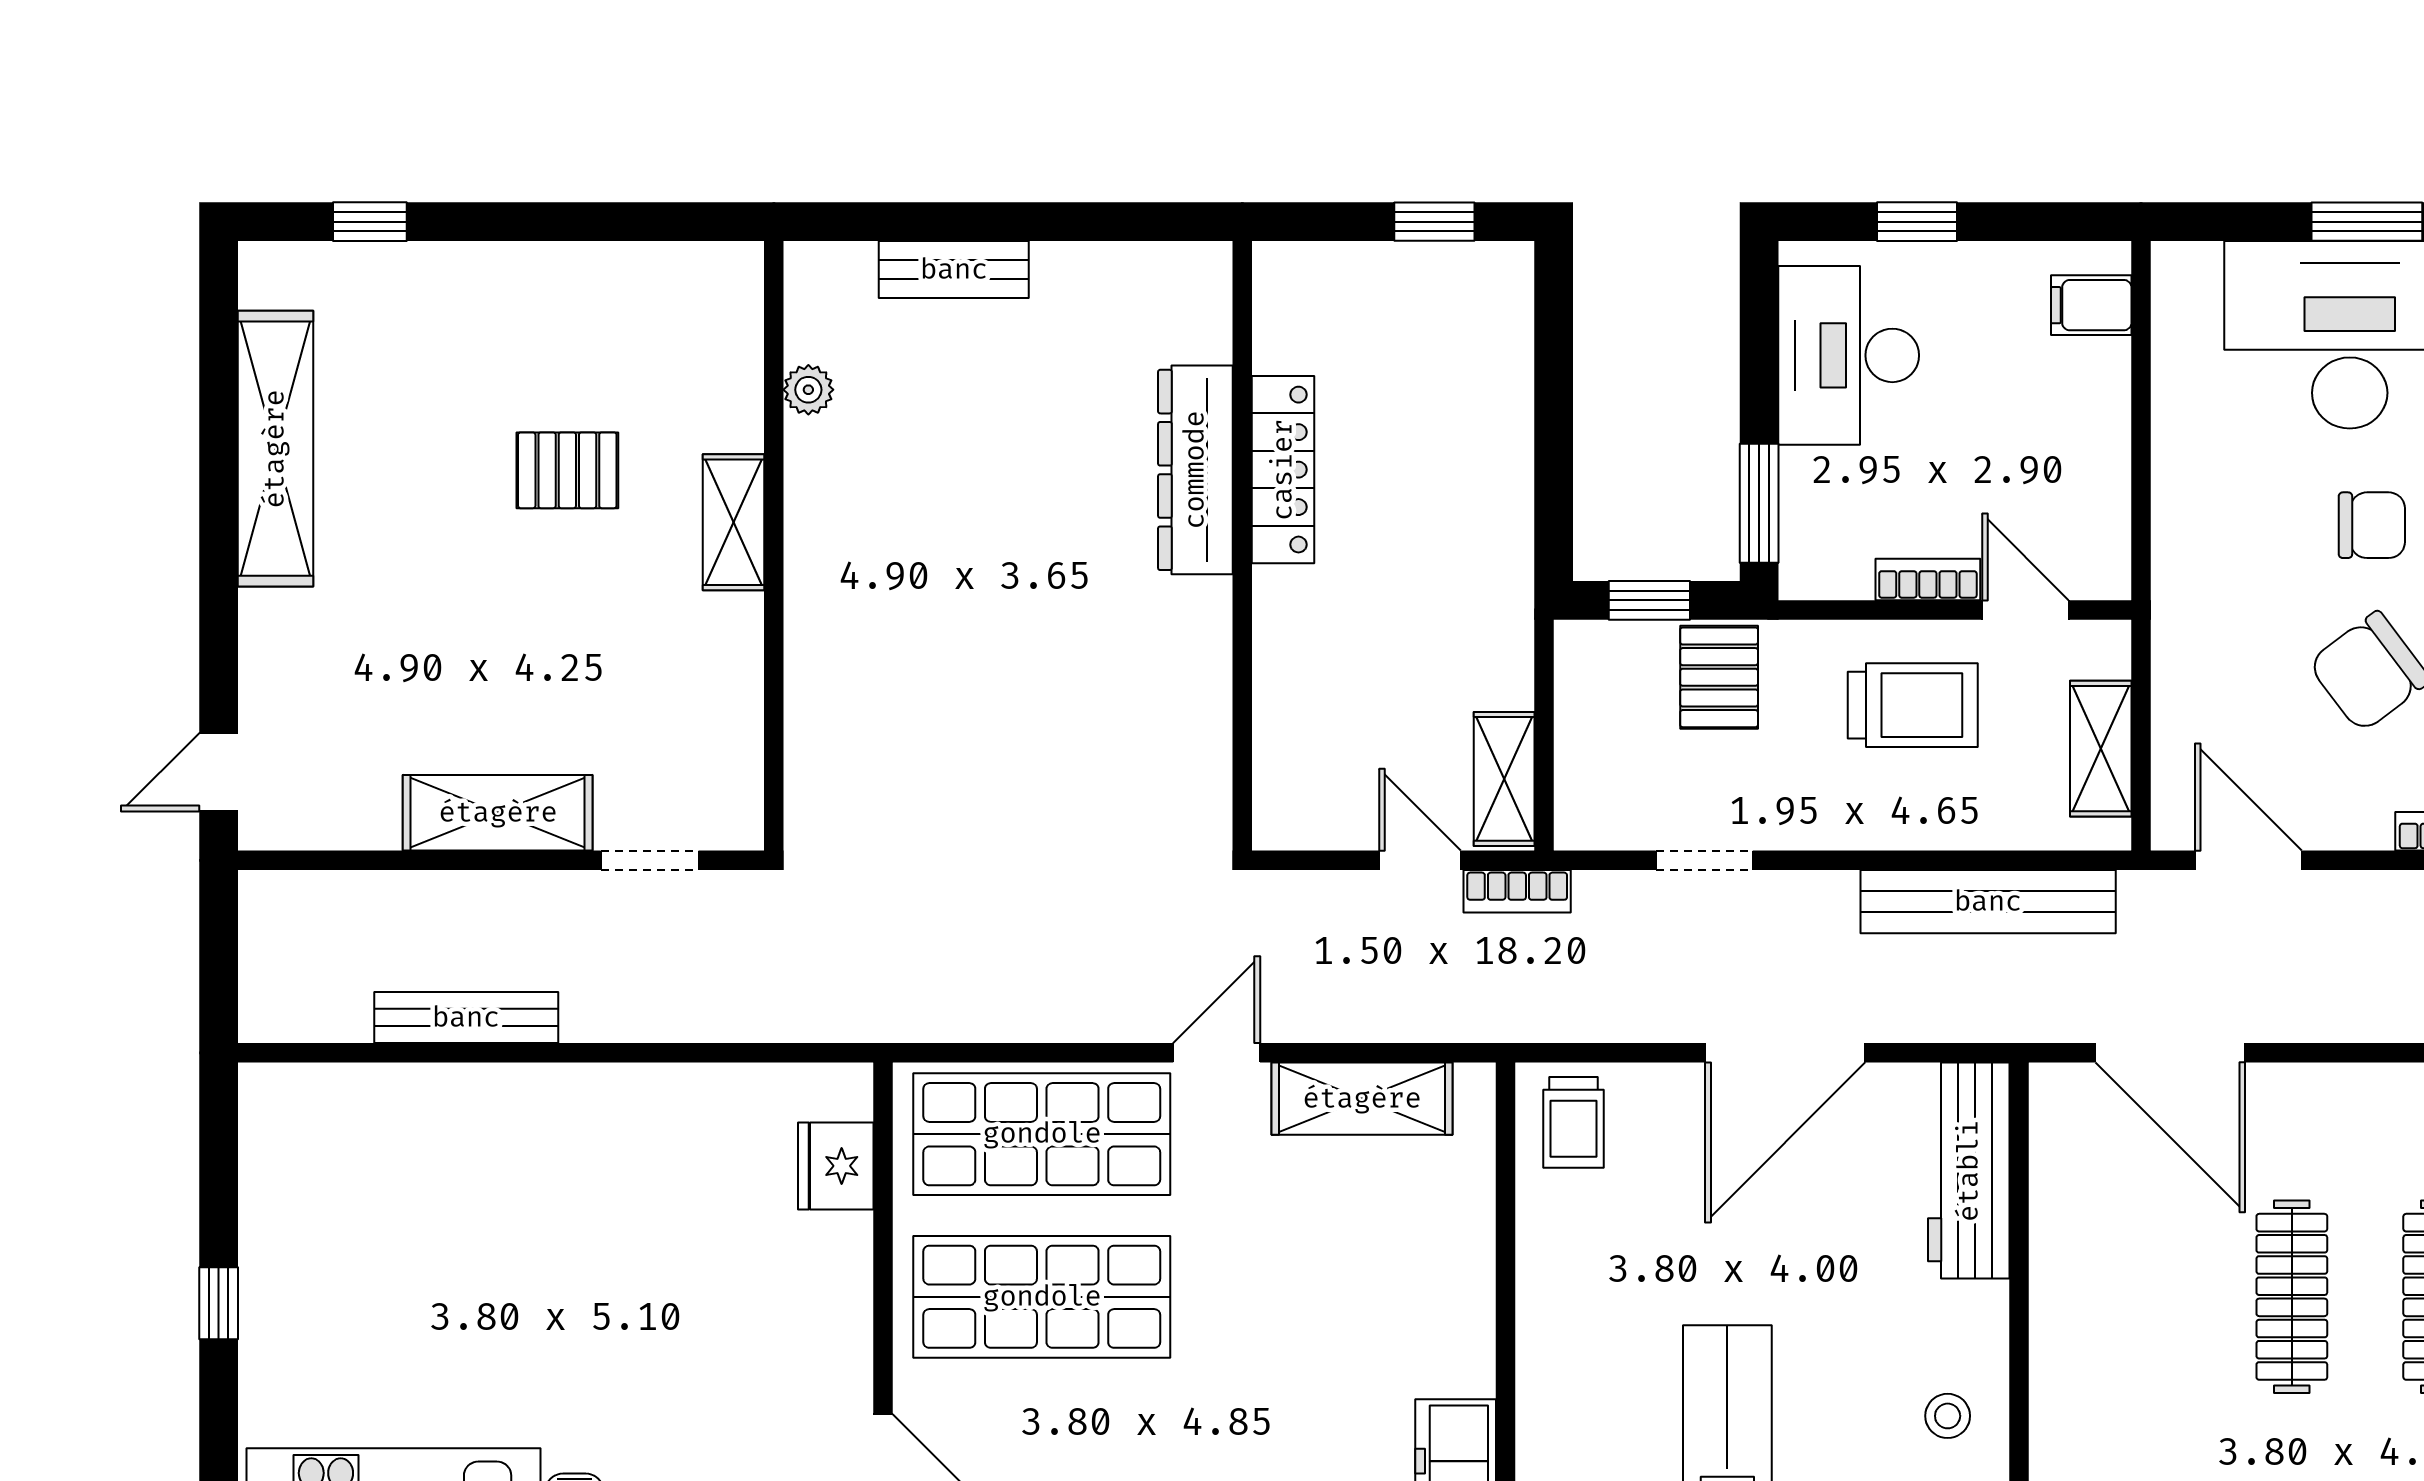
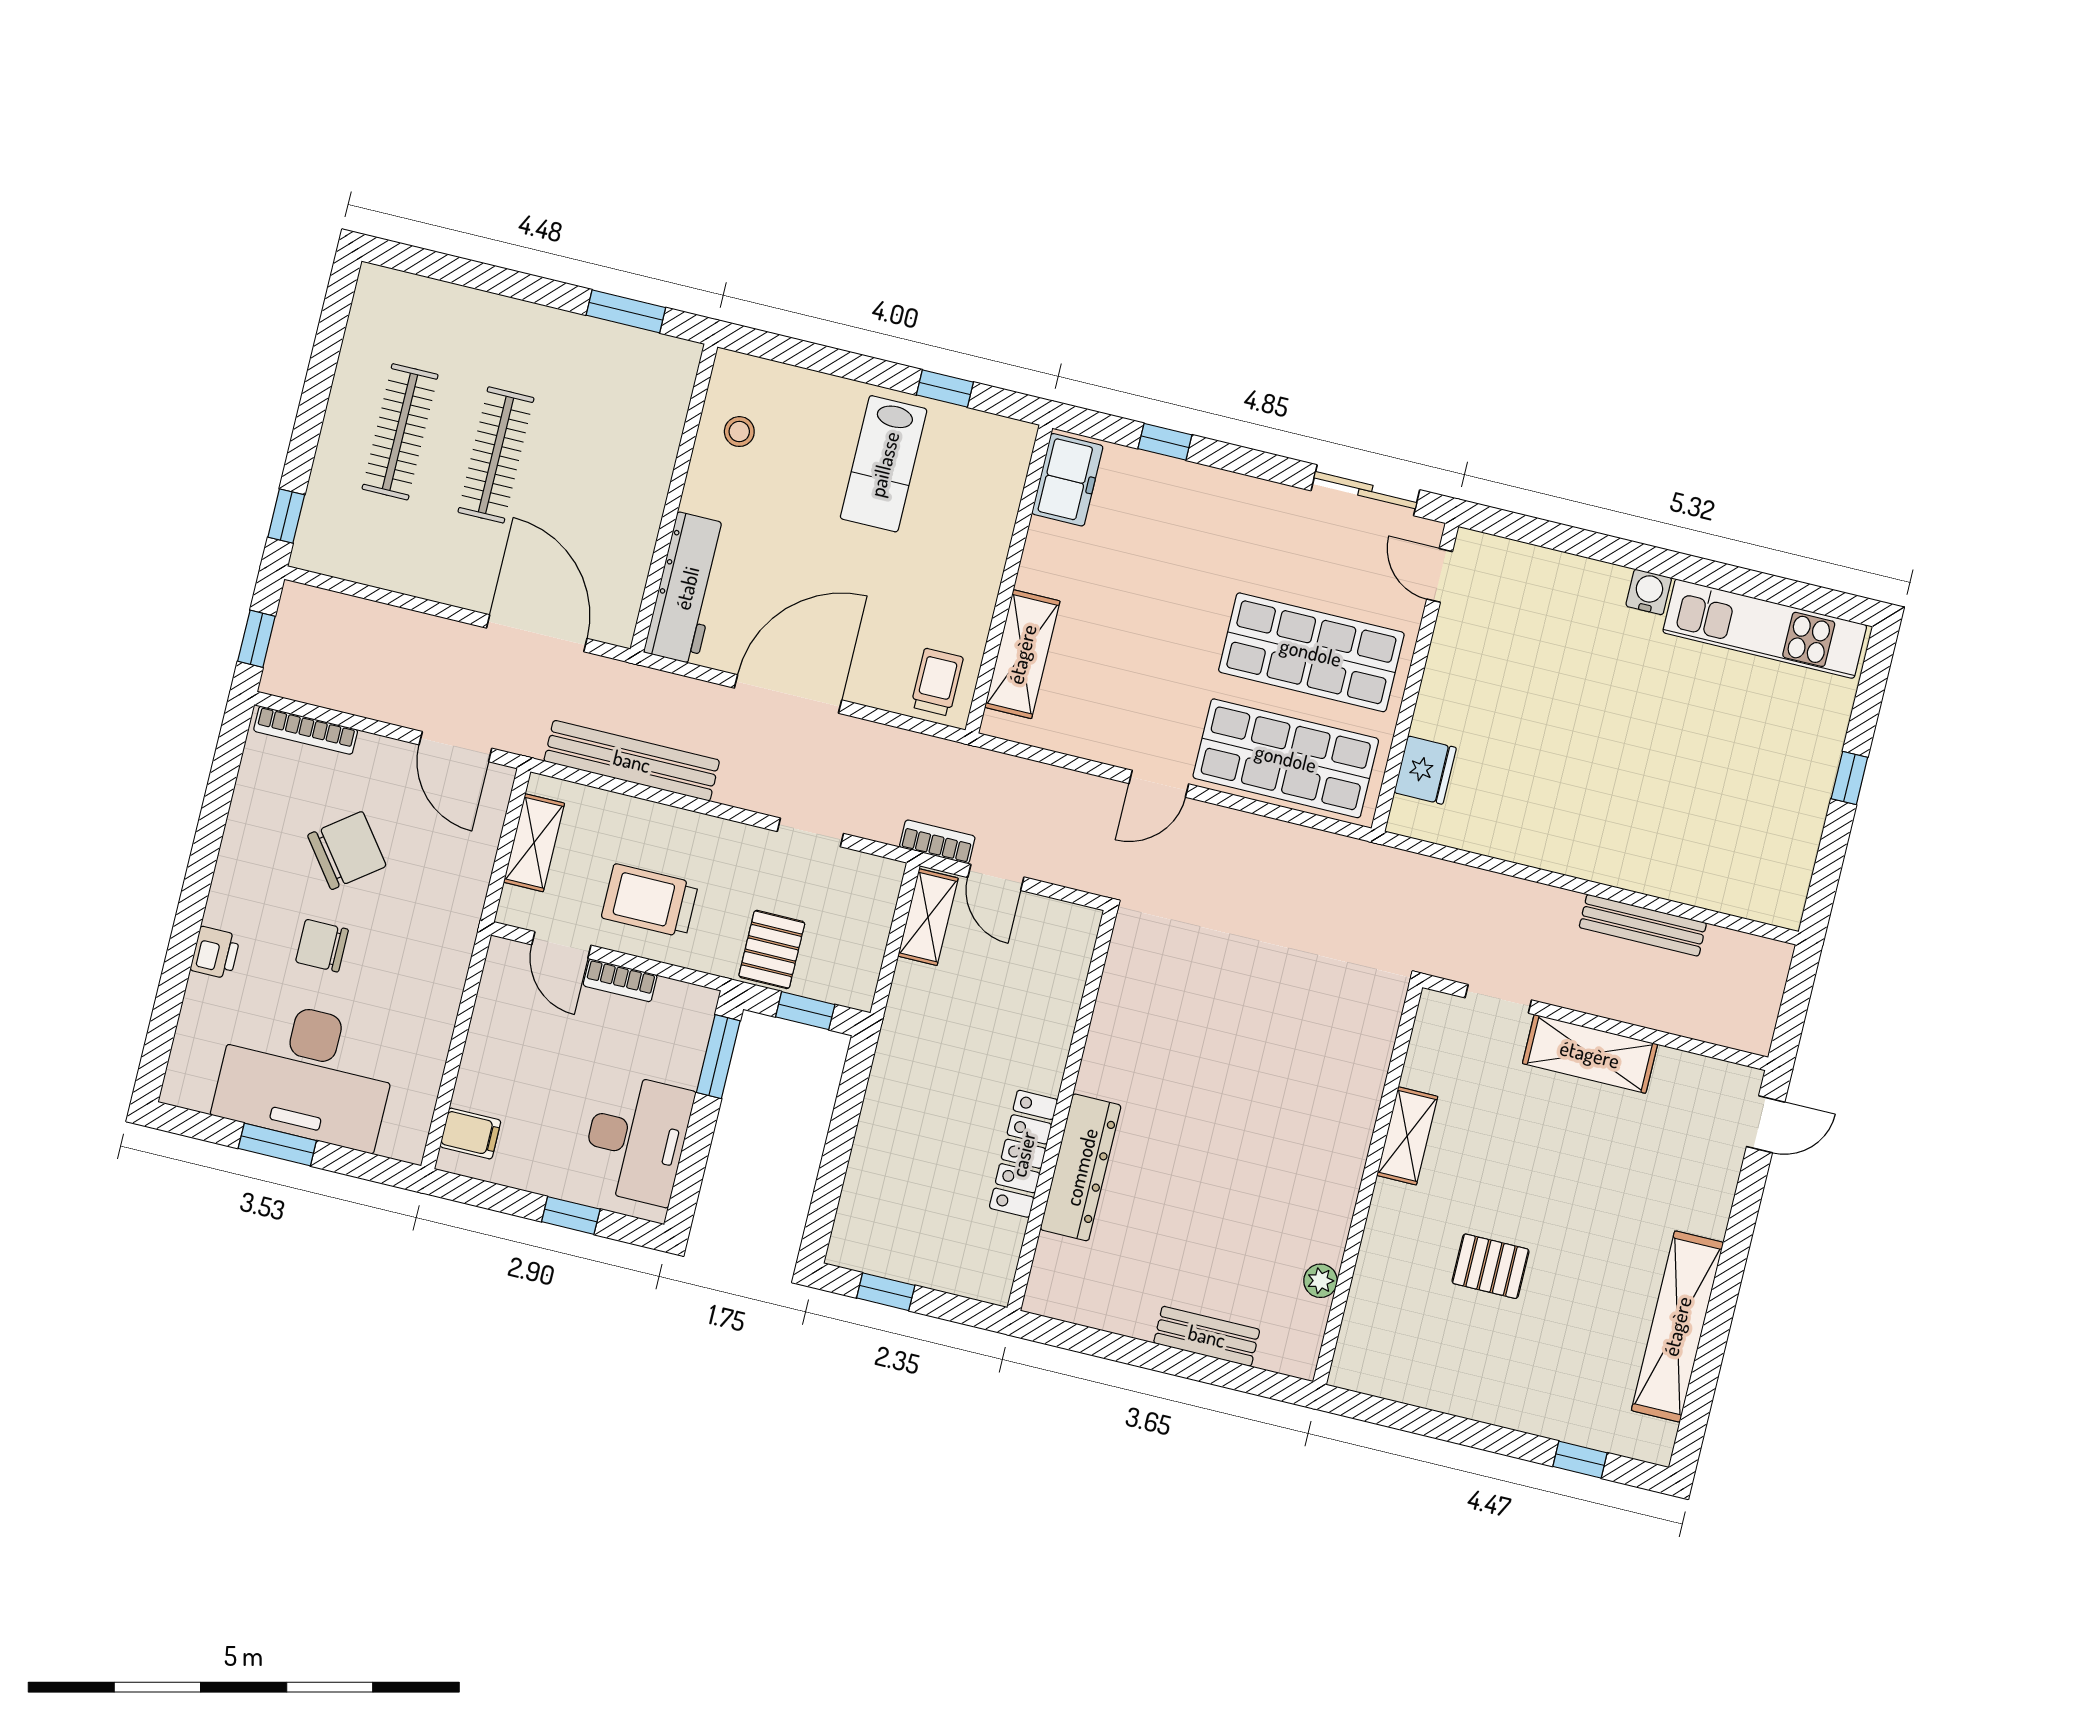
shelving: (734, 522) -> (1407, 1136), moved
shelving: (1362, 1099) -> (1022, 654), moved, turned 90

